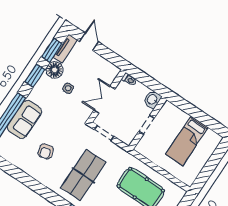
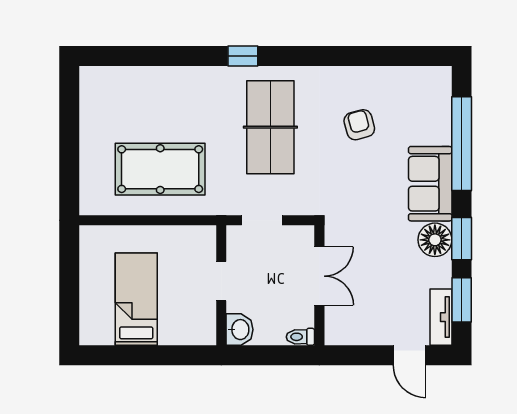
floor lamp: (55, 70) -> (435, 240), moved
side table: (68, 88) -> (392, 255), removed
sofa: (24, 119) -> (430, 184), moved
doorway: (104, 133) -> (262, 220), moved

